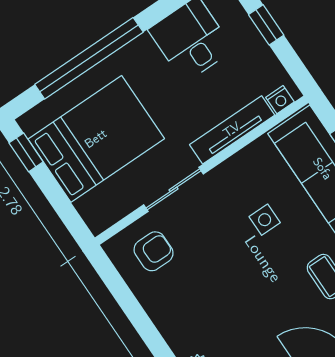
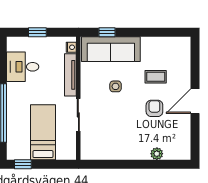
bed: (96, 139) -> (43, 132), width x0.67
armchair: (154, 251) -> (154, 108), moved

